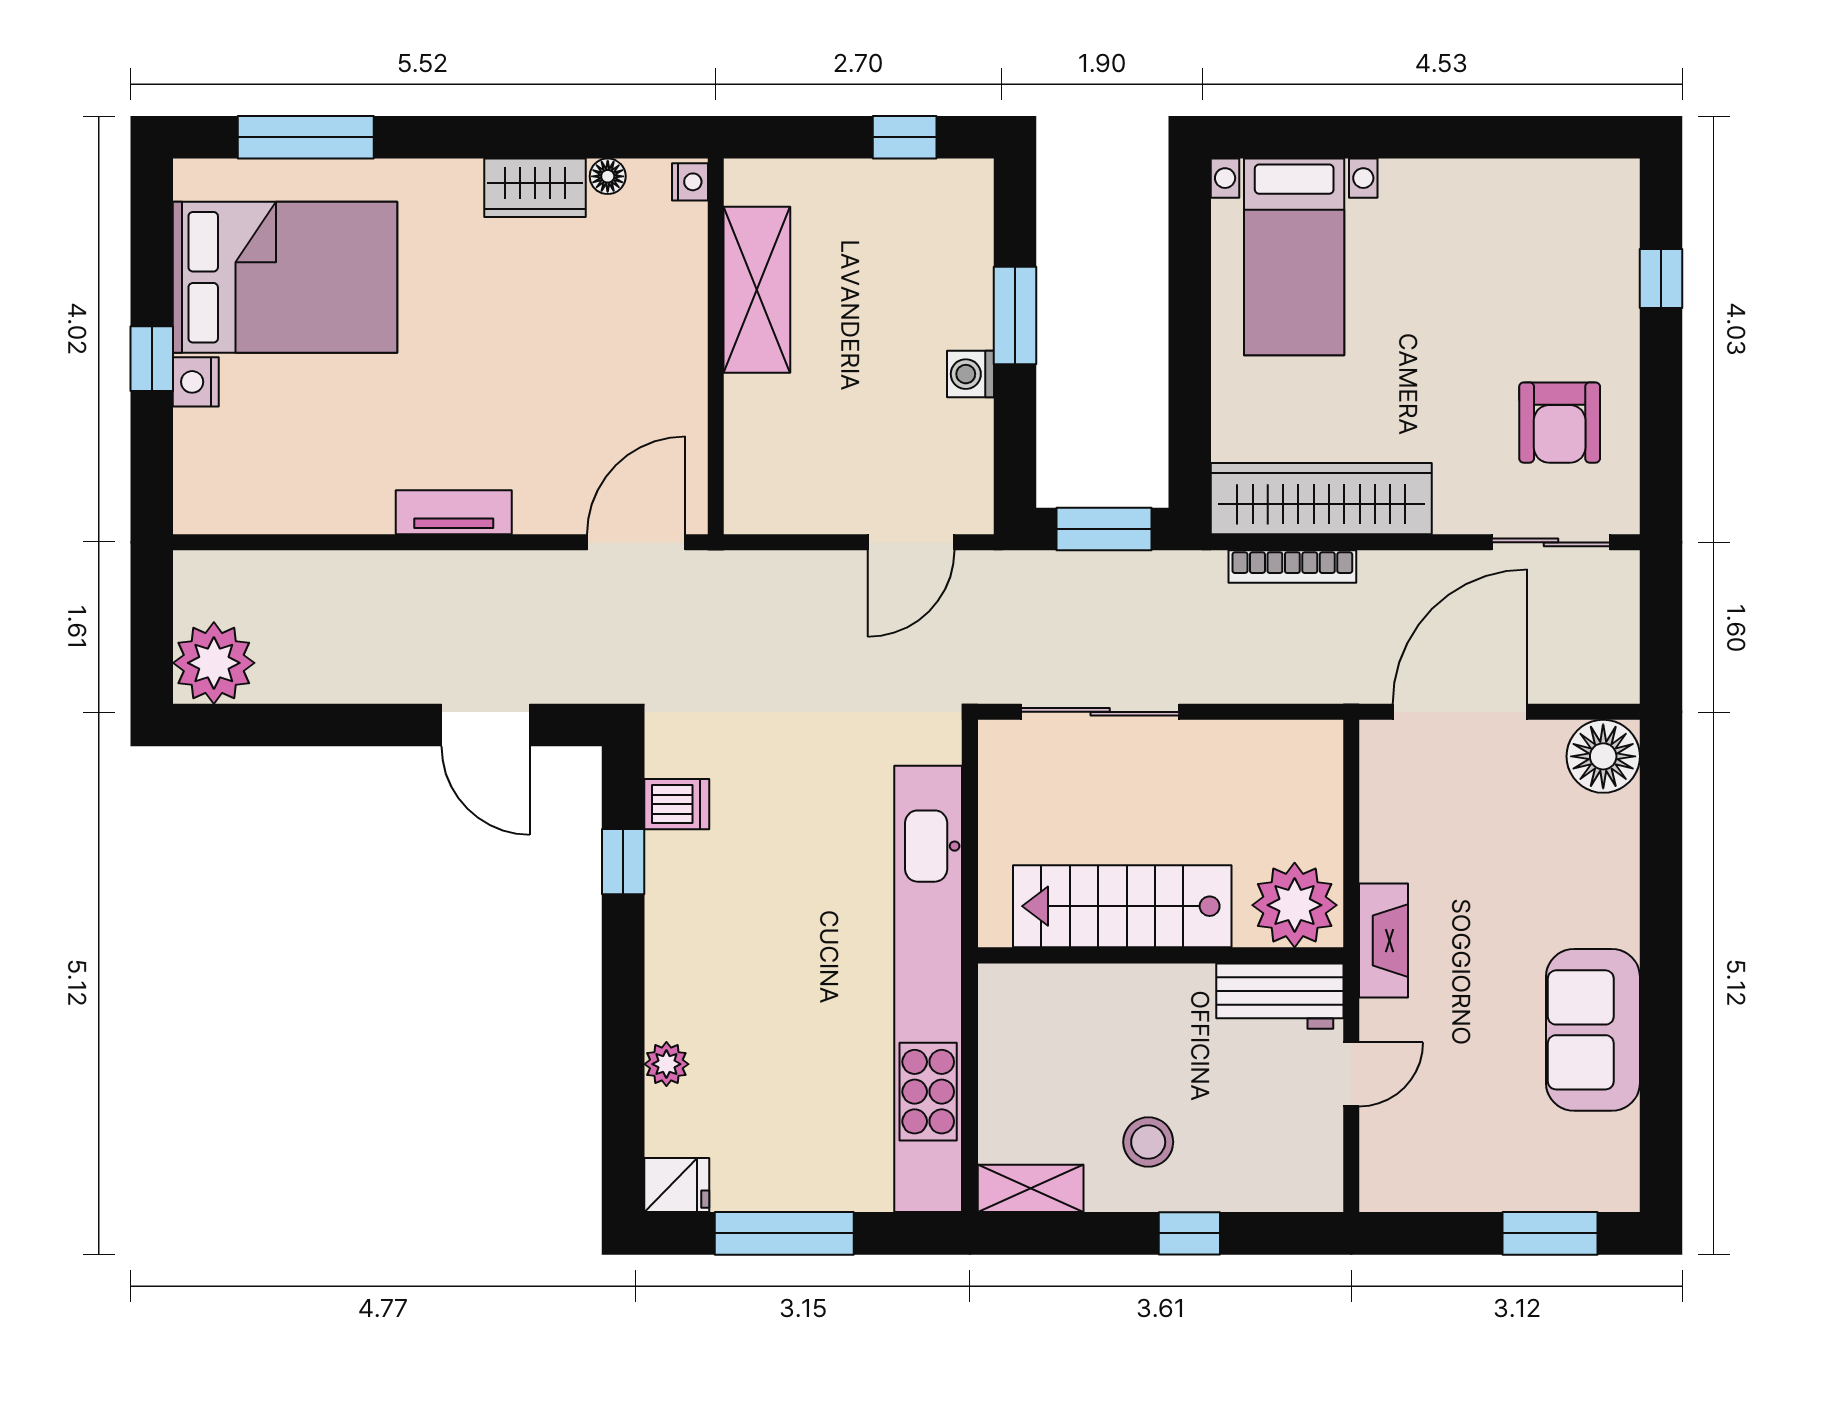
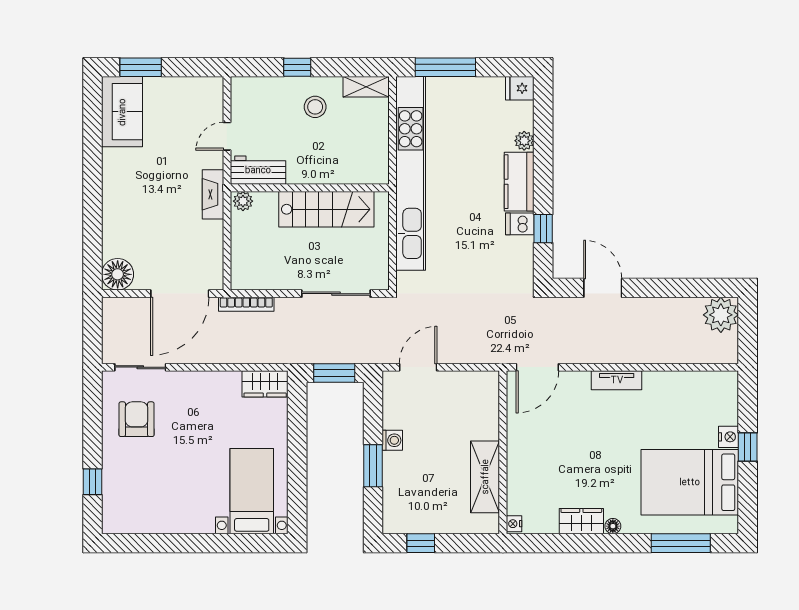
floor lamp: (608, 176) -> (613, 526), moved
wardrobe: (1321, 499) -> (265, 384), width x0.48, depth x0.85
bookcase: (1292, 567) -> (246, 304), moved, turned 180
dishwasher: (677, 804) -> (520, 224), moved
plant: (1295, 905) -> (243, 201), width x0.53, depth x0.53
kitchen counter: (678, 970) -> (519, 182), added
sofa: (1593, 1030) -> (122, 112), moved
window: (784, 1233) -> (445, 67), moved

